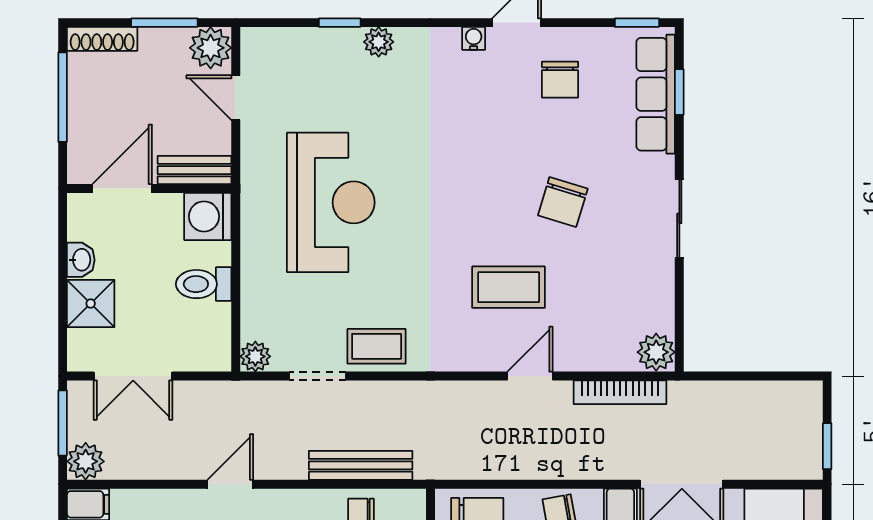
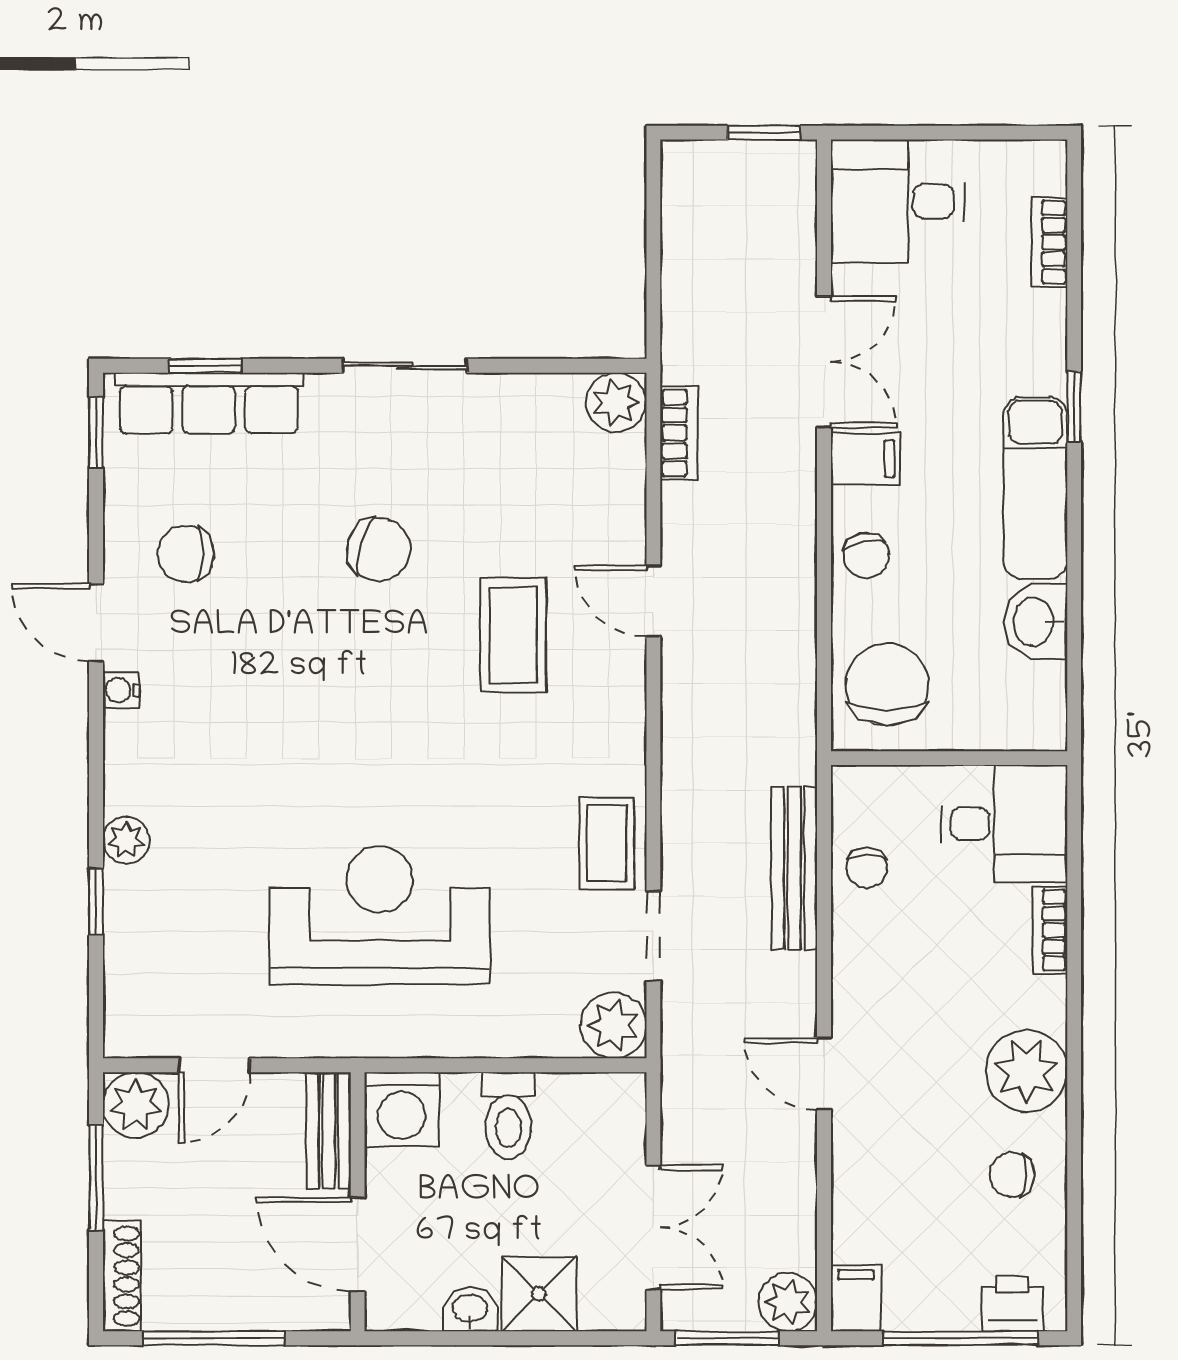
chair: (560, 80) -> (186, 554), turned 180
plant: (255, 356) -> (614, 1025), width x1.38, depth x1.38
bookcase: (620, 392) -> (679, 433), width x0.64

